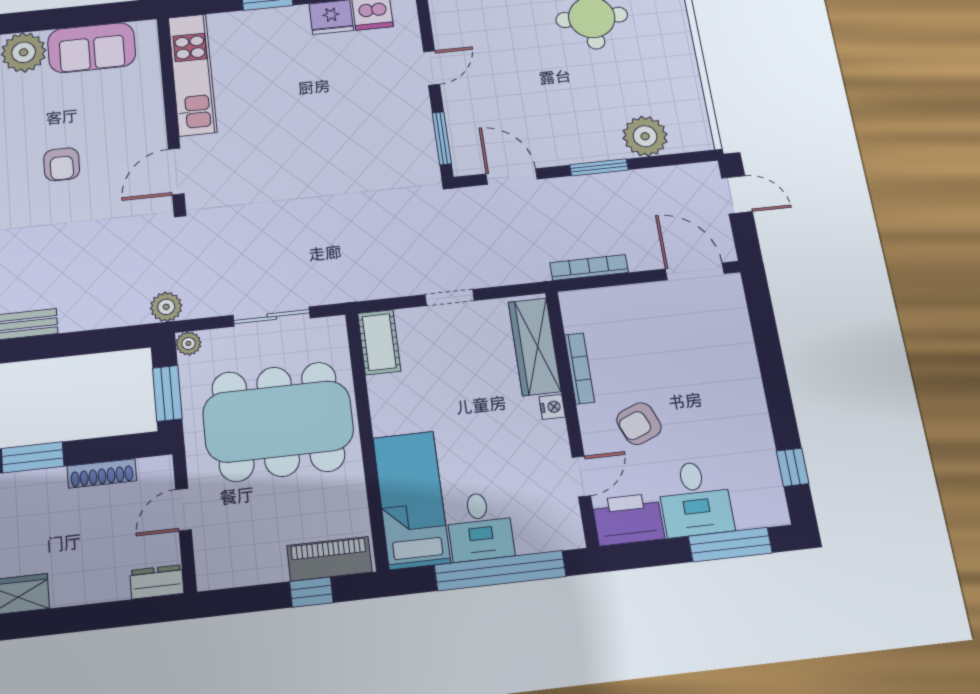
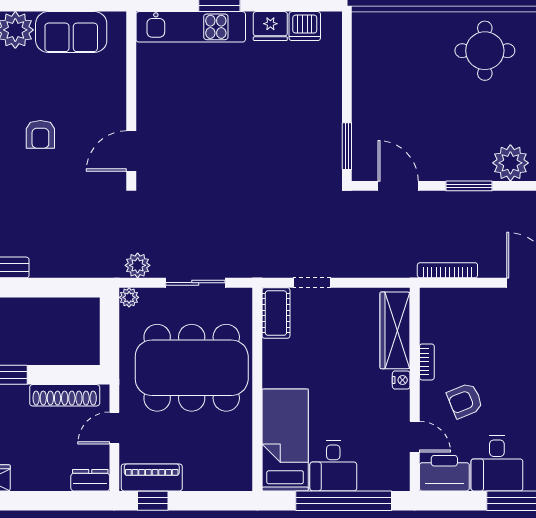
door: (432, 68) -> (347, 82), removed
kitchen unit: (192, 75) -> (191, 27), moved, turned 90
doorway: (450, 298) -> (312, 283), moved
plant: (166, 307) -> (138, 265), moved
bookcase: (580, 368) -> (427, 362), width x0.64
window: (167, 393) -> (110, 336), removed
shoe rack: (102, 473) -> (65, 395), width x1.36, depth x1.24
door: (581, 476) -> (415, 437), hinge flipped
piano: (329, 559) -> (152, 477), moved
window: (311, 592) -> (153, 501), moved

